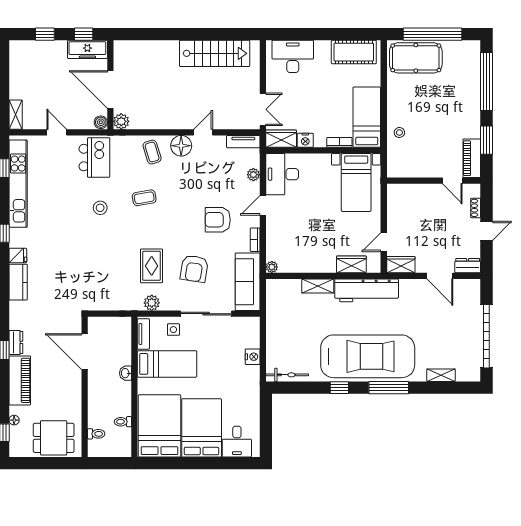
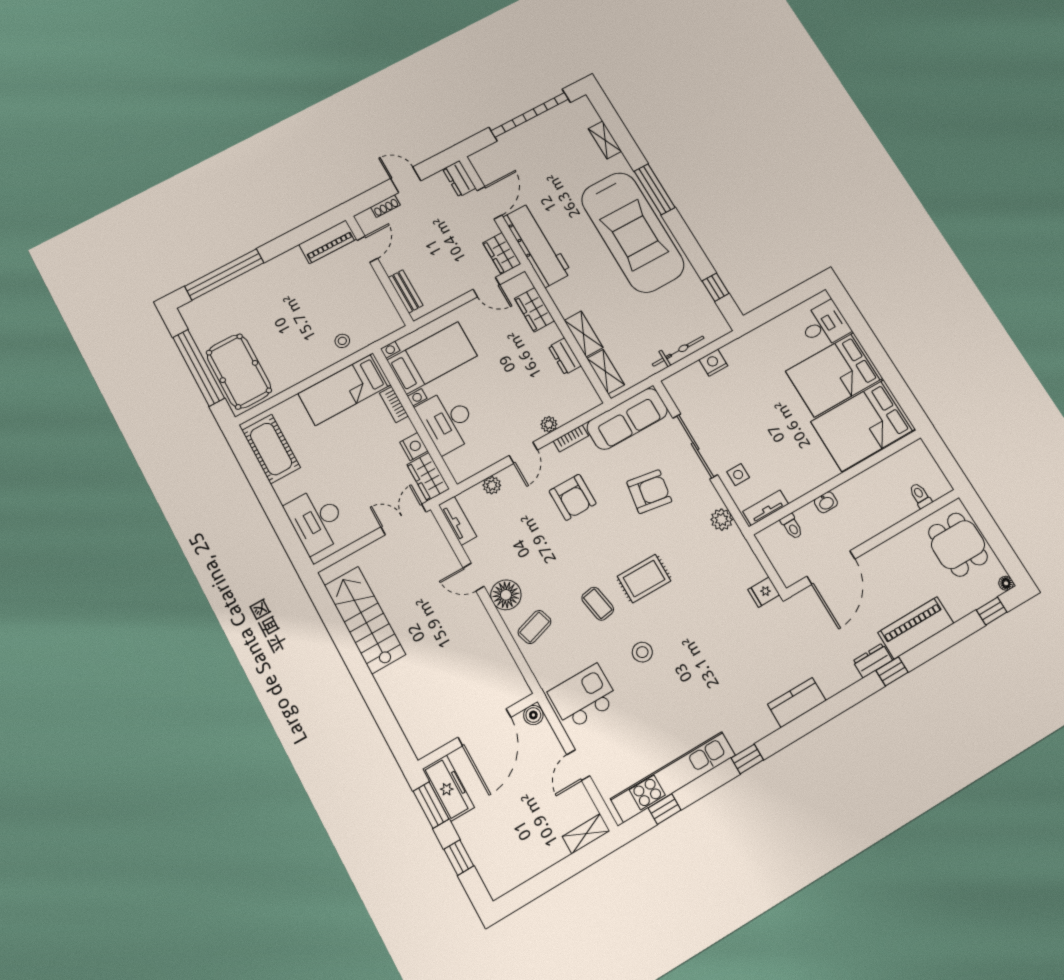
window: (84, 34) -> (431, 805), width x1.50
plant: (121, 121) -> (517, 689), removed
window: (486, 140) -> (296, 237), removed
desk: (282, 174) -> (447, 421), moved, turned 90
bench: (410, 190) -> (406, 291), added
door: (263, 205) -> (523, 453), hinge flipped
fridge: (18, 256) -> (764, 592), moved, turned -90
rug: (152, 266) -> (644, 579), moved
dresser: (310, 266) -> (565, 356), added
plant: (272, 267) -> (549, 424), moved
shelving: (285, 286) -> (606, 372), added
workbench: (367, 290) -> (537, 245), moved
car: (368, 356) -> (633, 232), turned 180
bed: (167, 364) -> (784, 459), removed
bicycle: (287, 375) -> (678, 351), moved, turned 90
window: (339, 388) -> (716, 287), moved
floor lamp: (14, 420) -> (1006, 583), moved
toilet: (123, 422) -> (792, 526), moved

